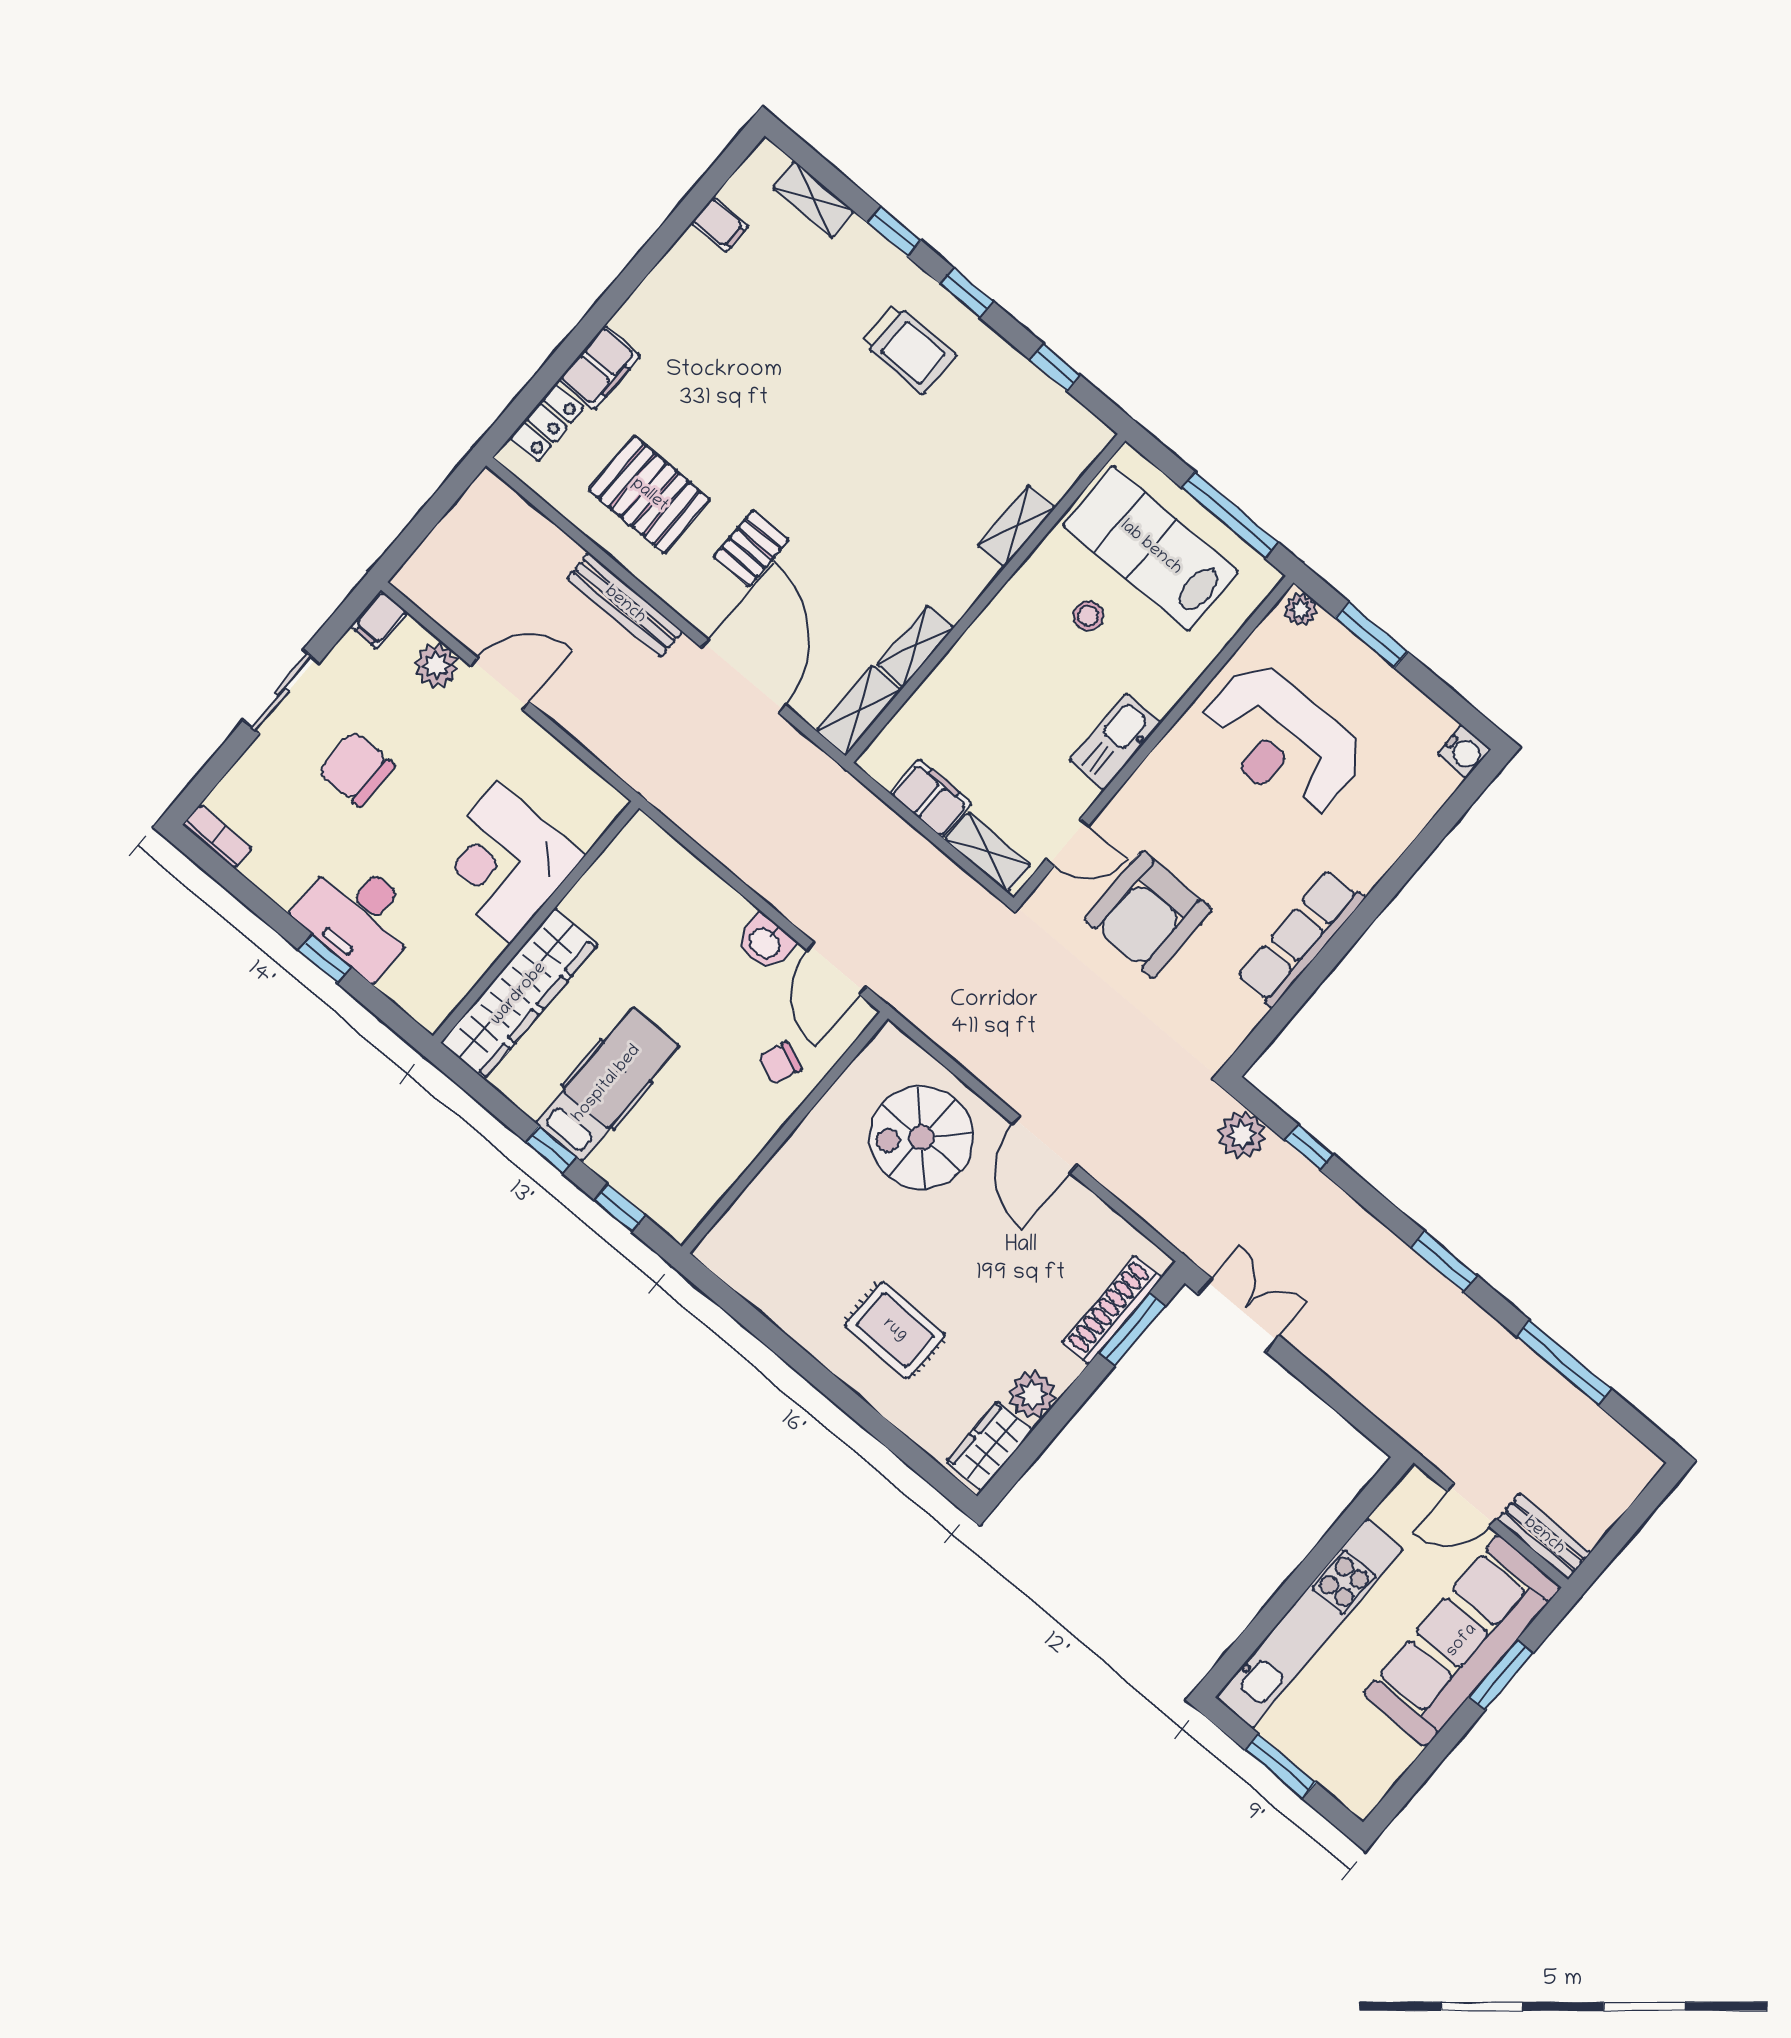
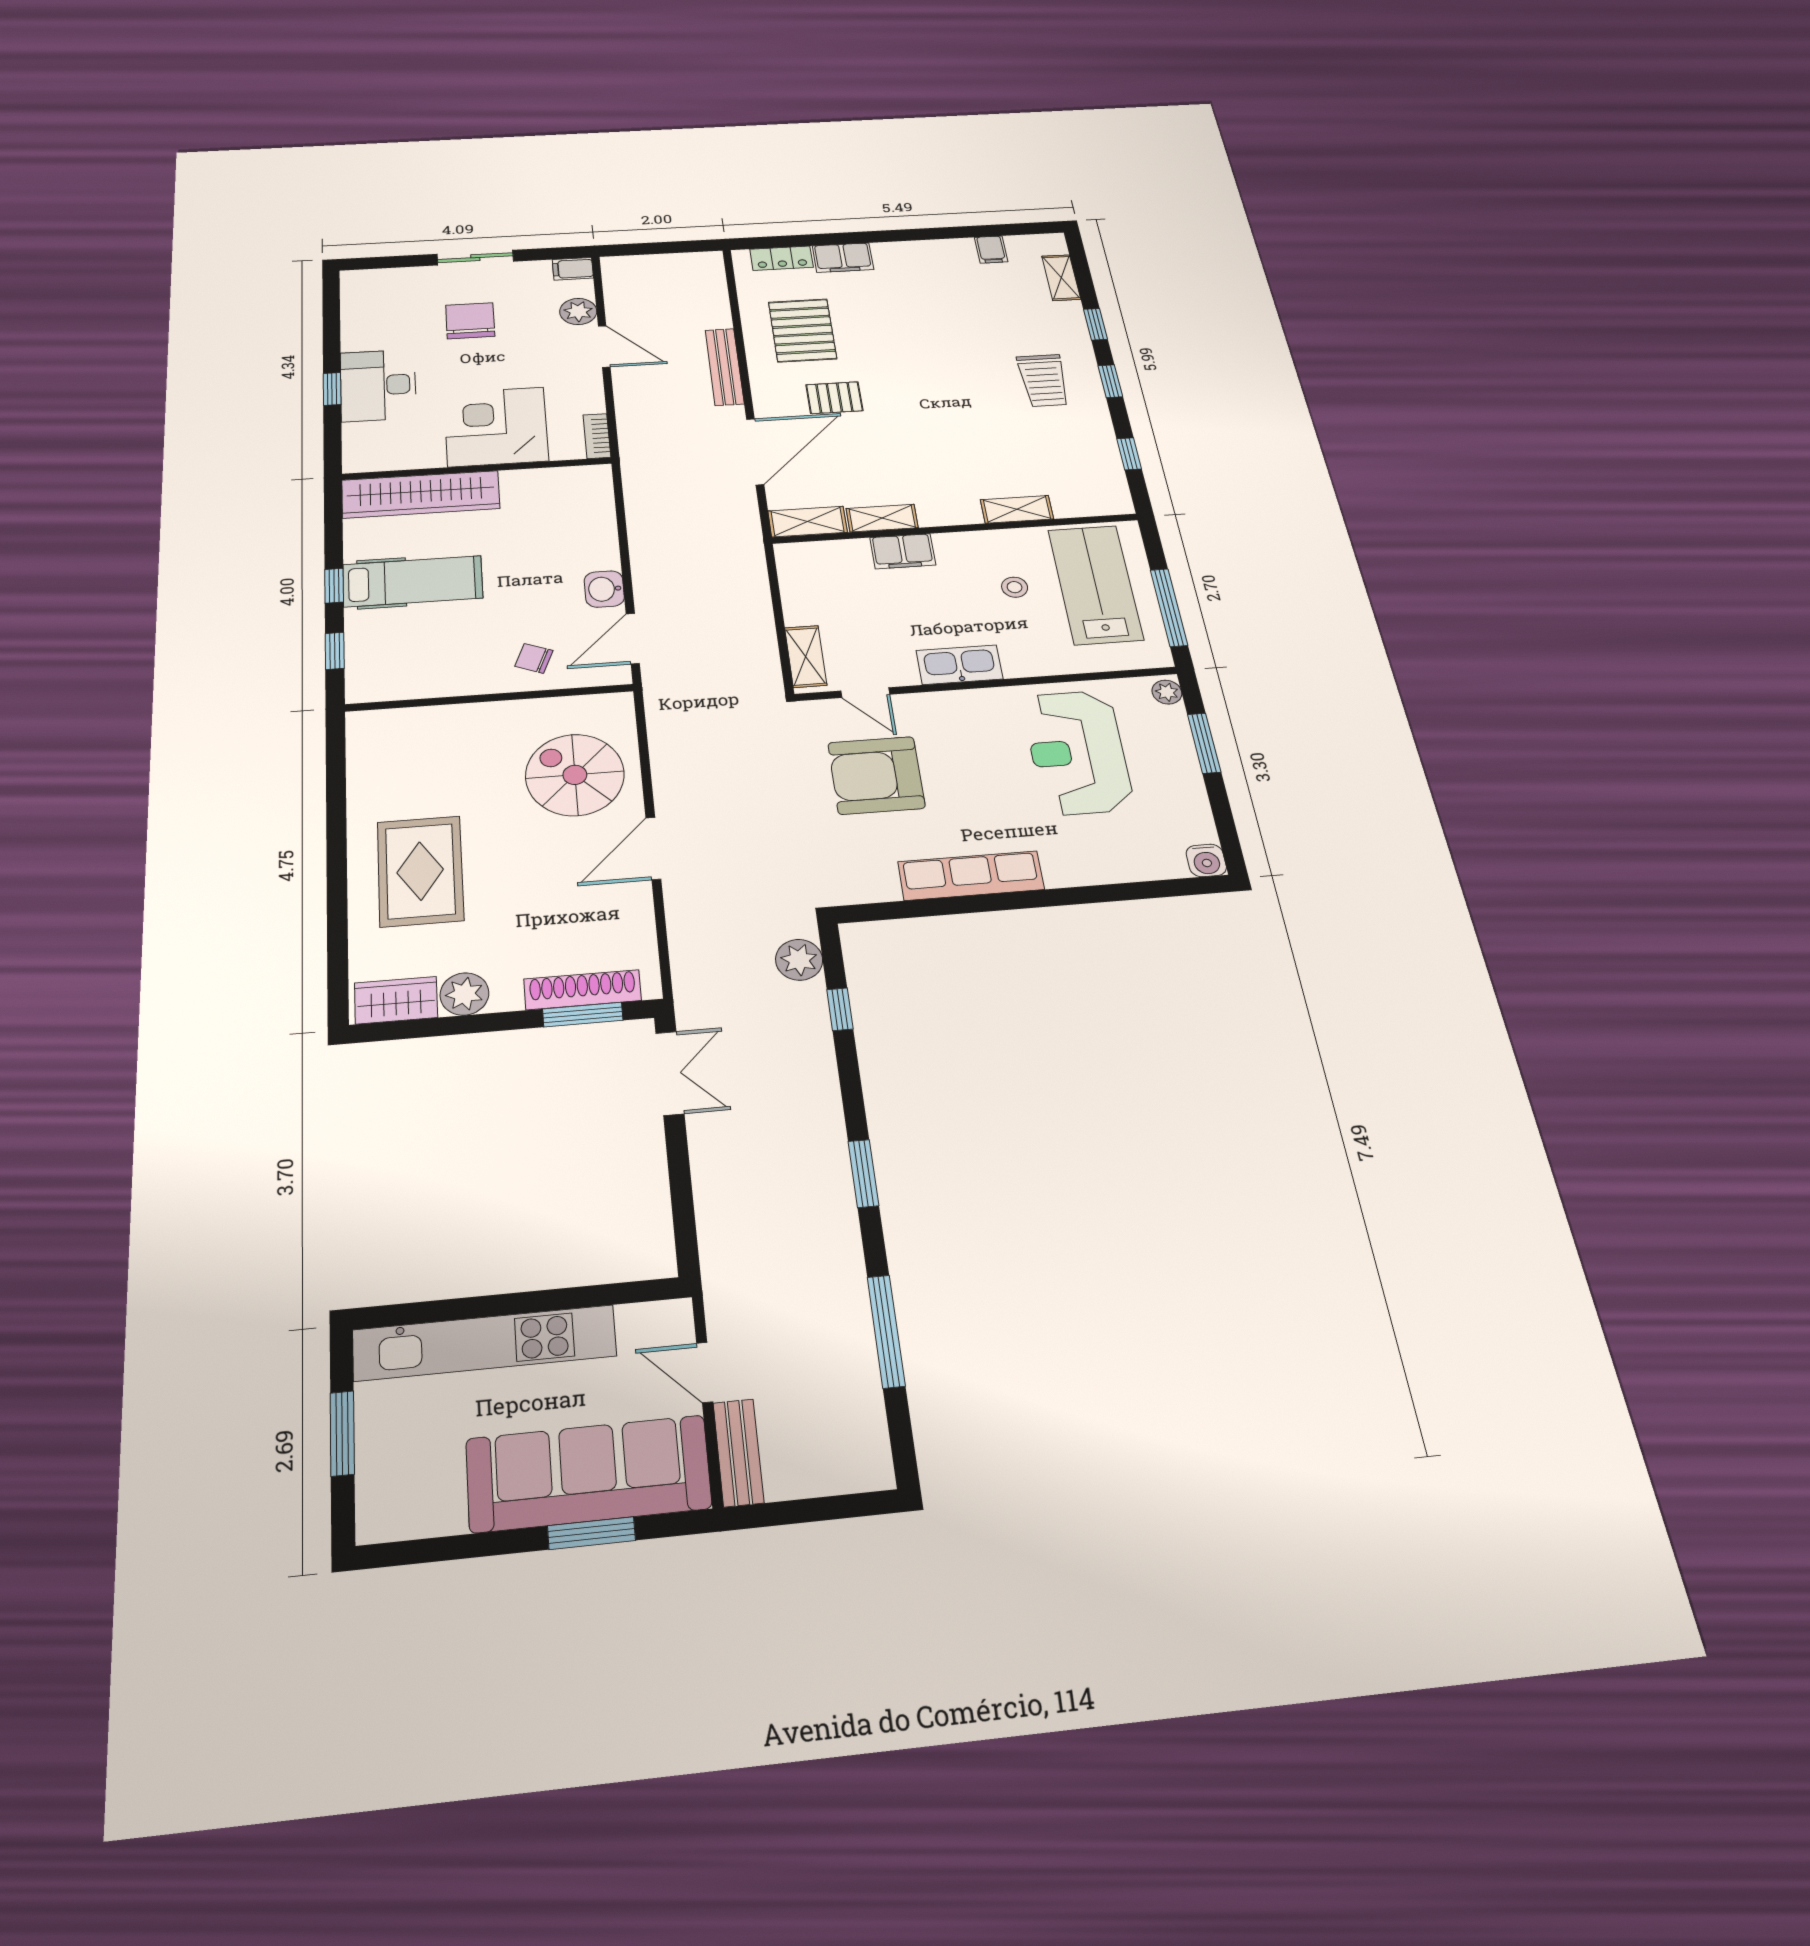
filing cabinet: (931, 798) -> (903, 551), moved, turned 90
bookcase: (217, 836) -> (597, 436), moved, turned 180
rug: (895, 1330) -> (420, 871), width x1.36, depth x1.43

